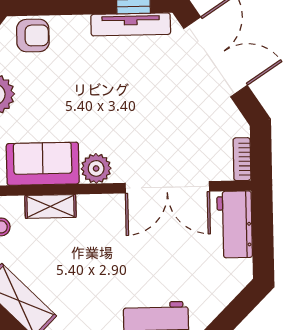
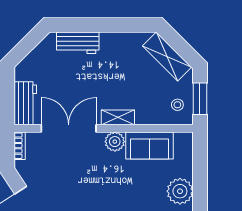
shelving: (50, 206) -> (118, 117), moved

